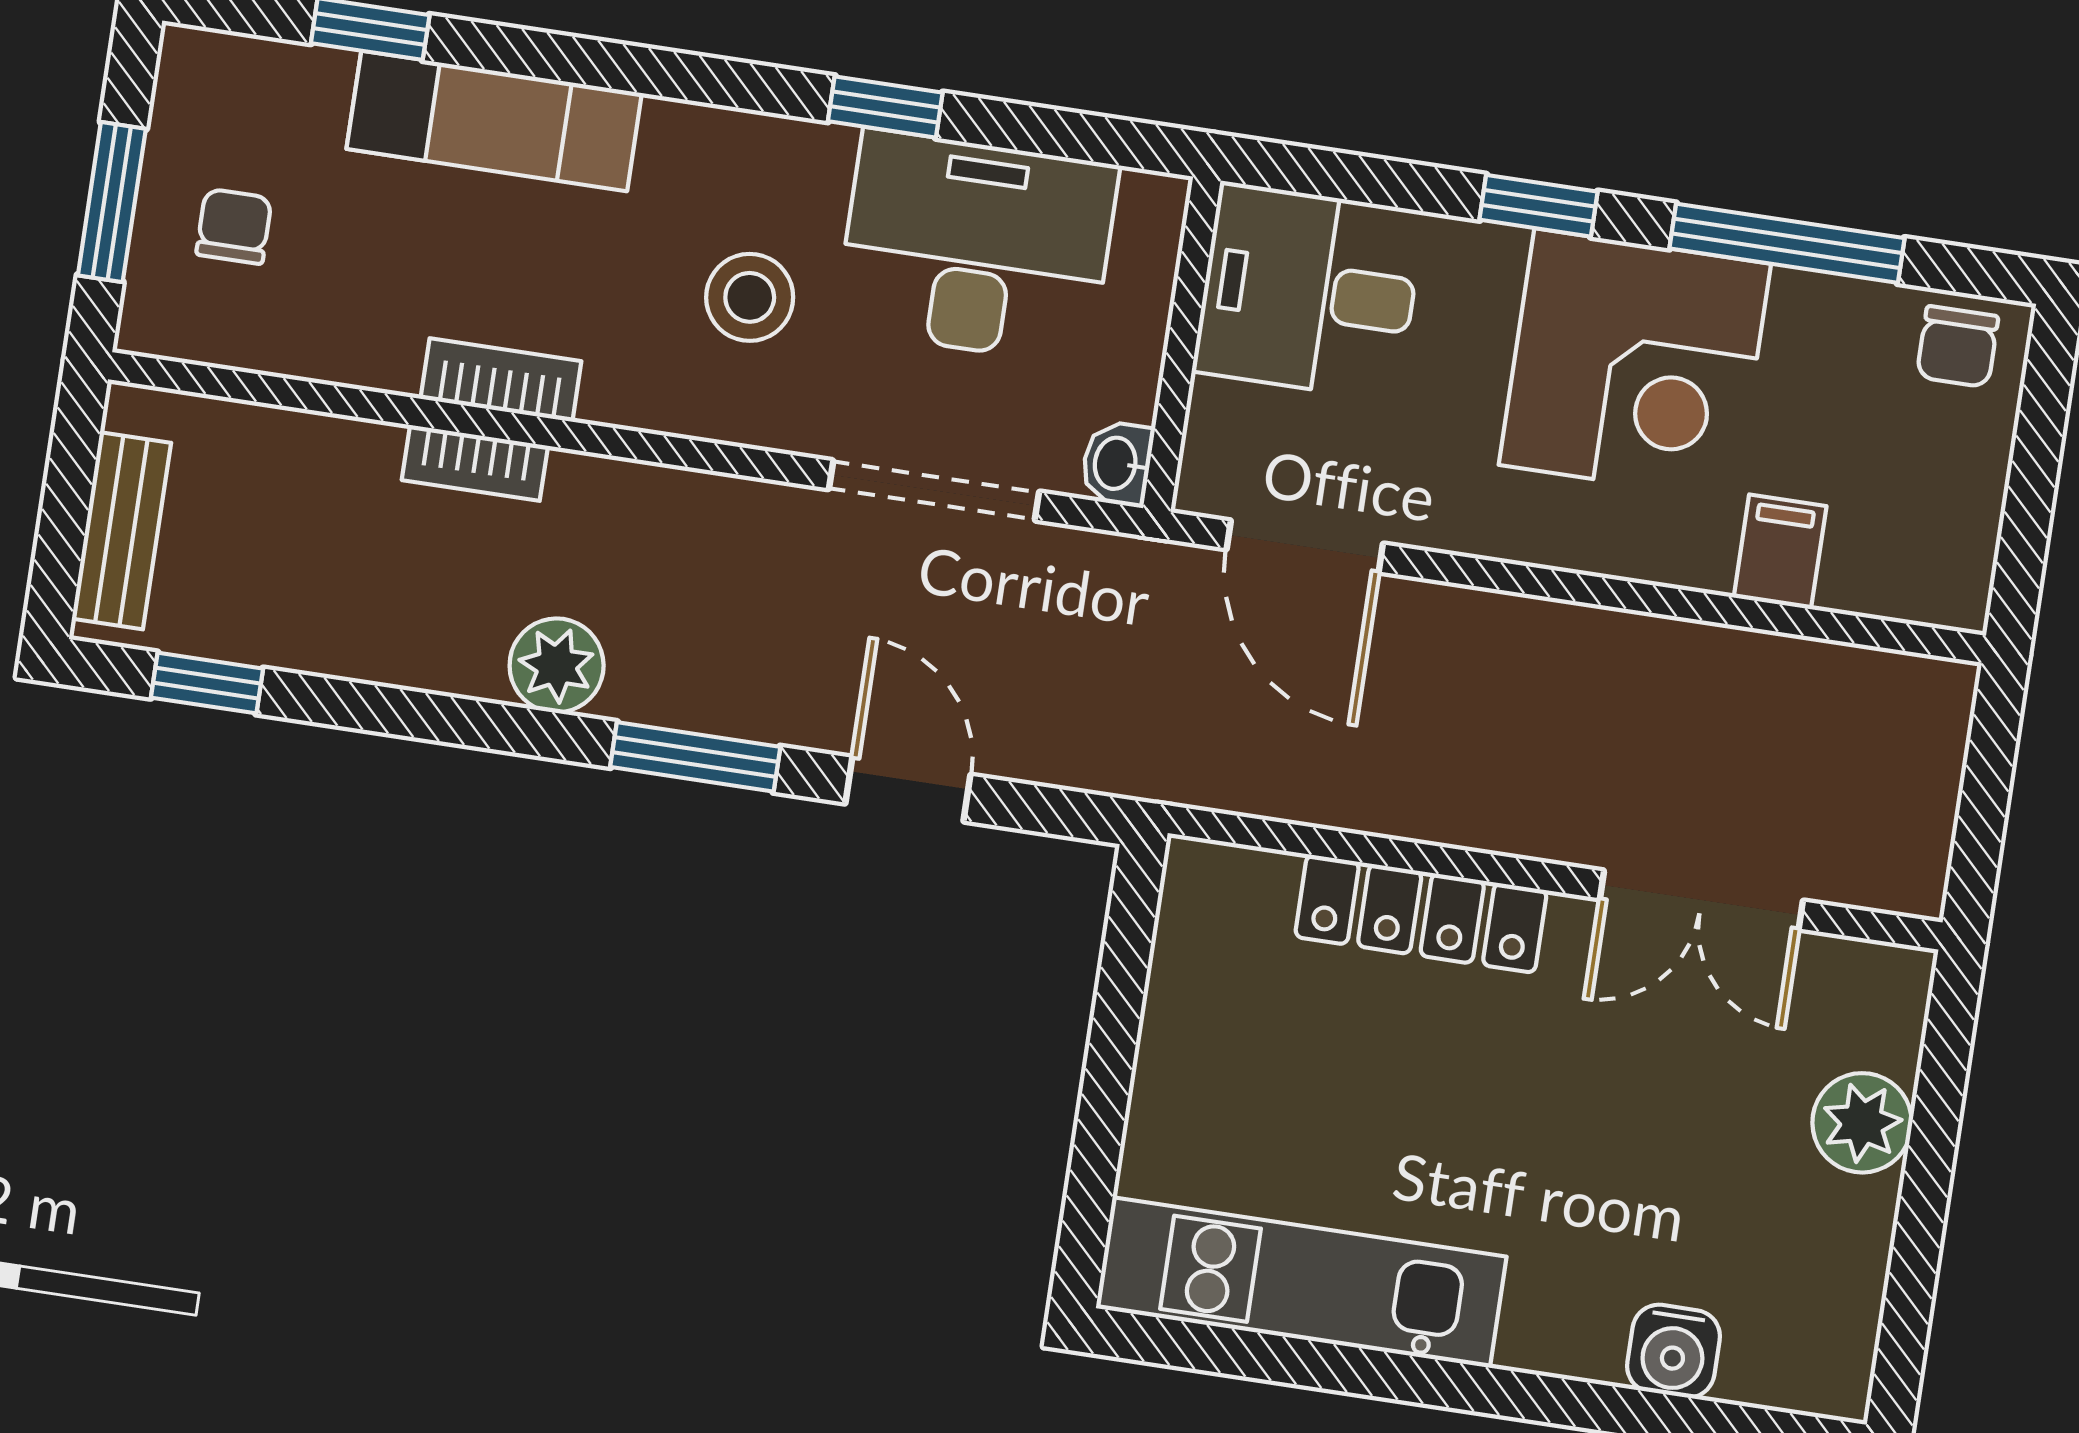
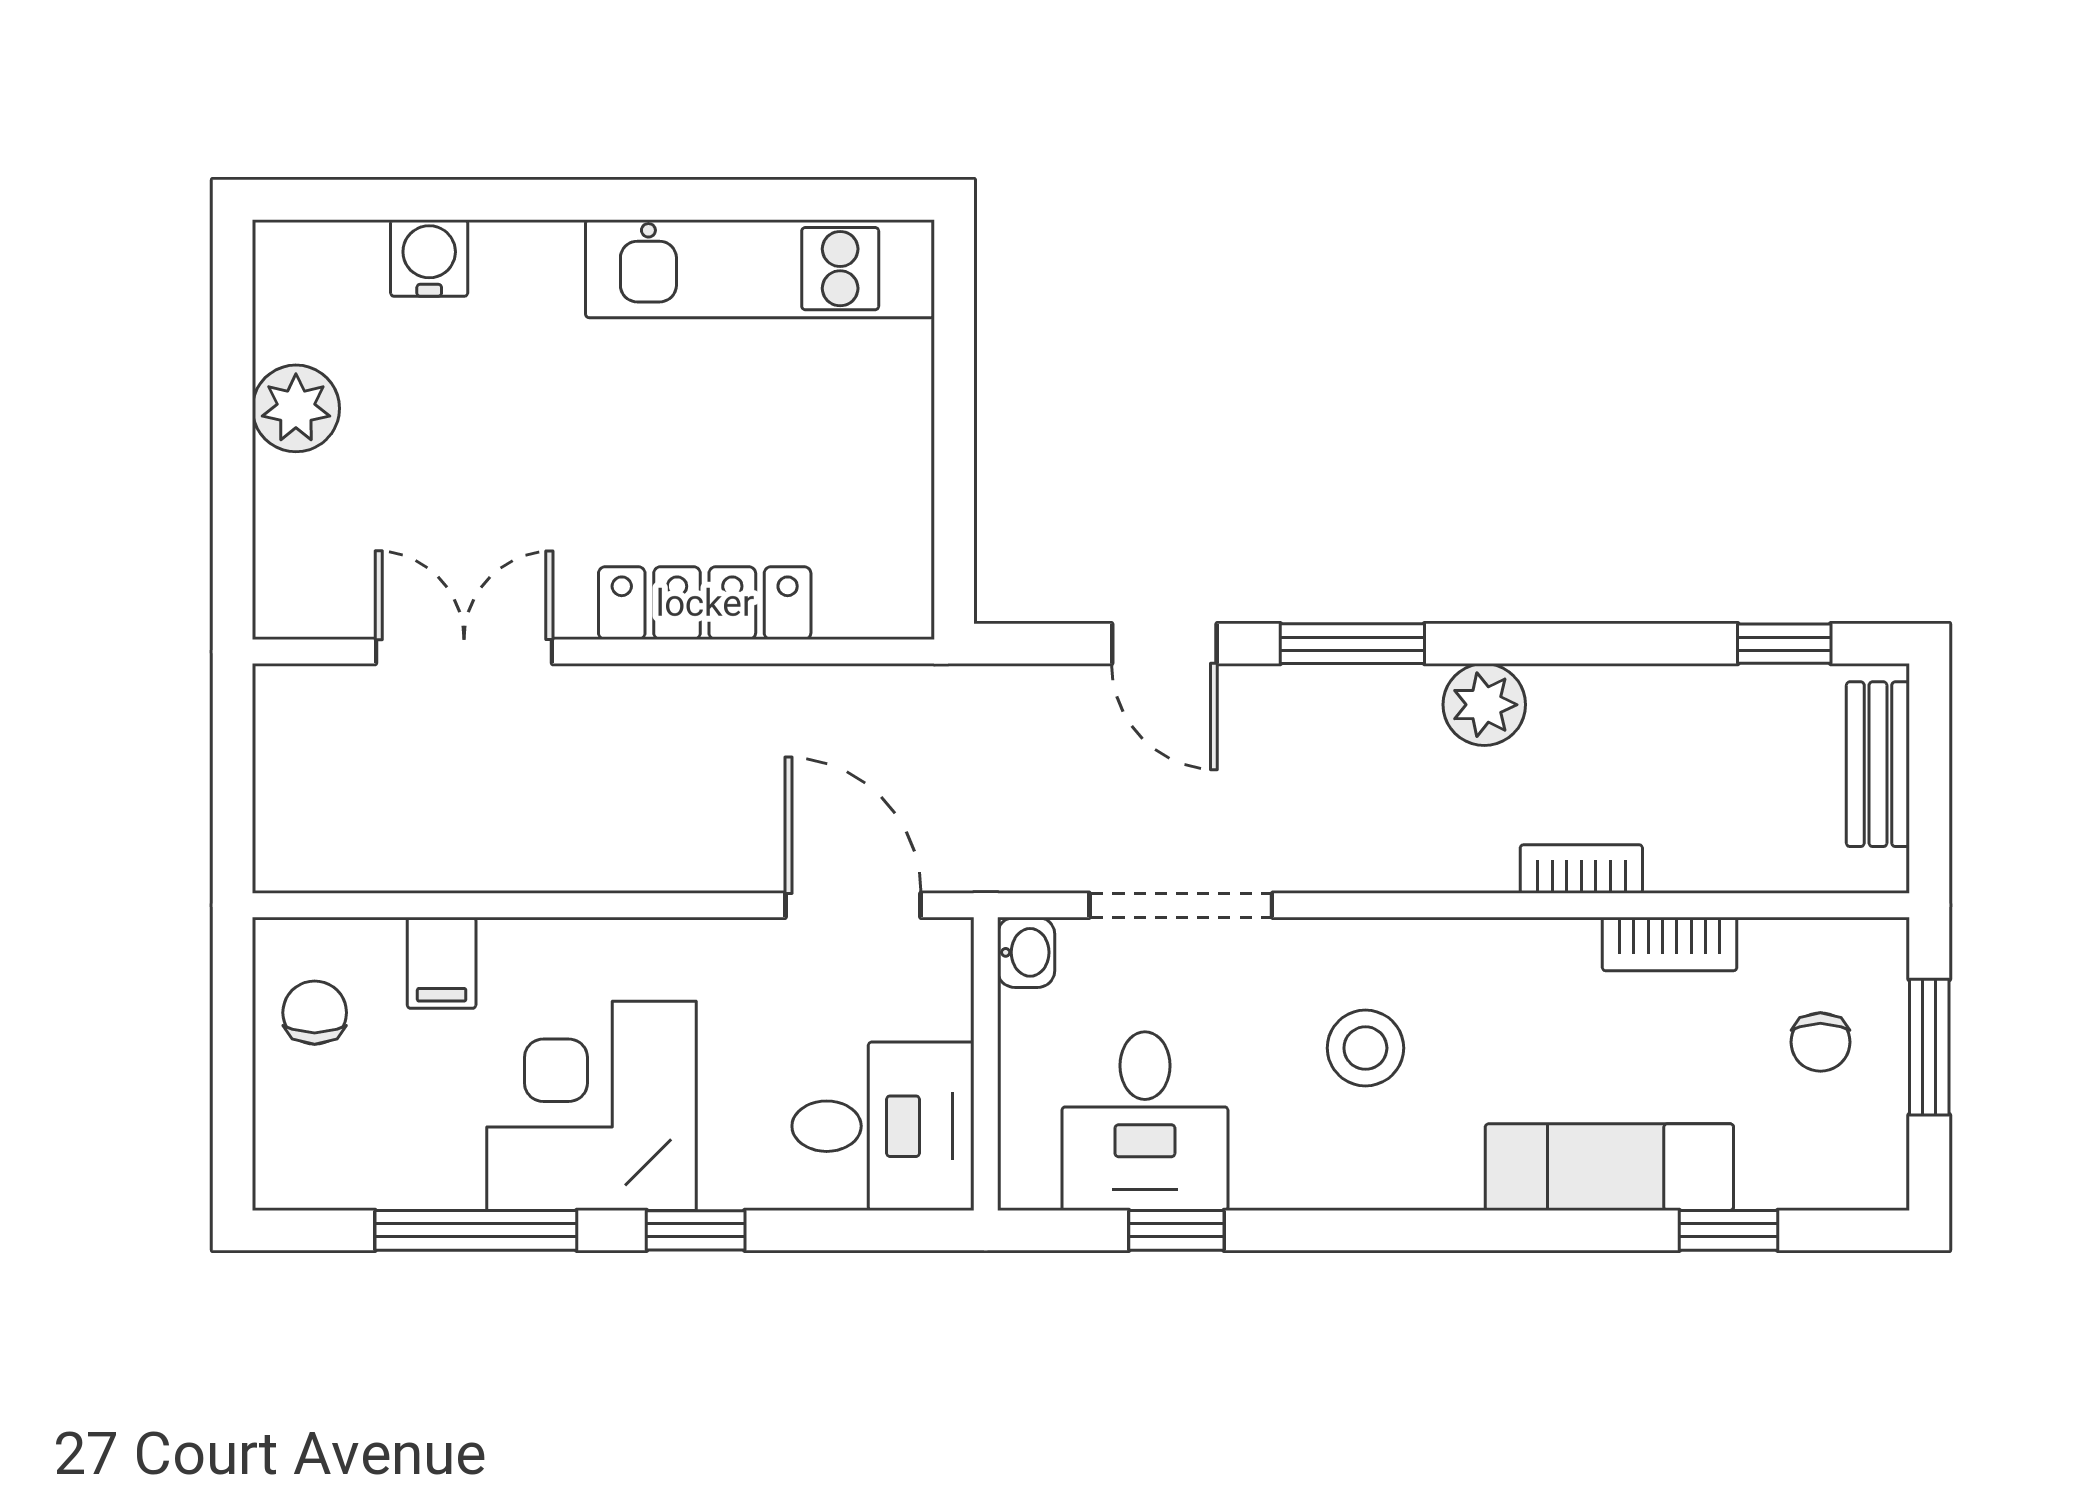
window: (885, 107) -> (1176, 1230), moved
desk: (977, 247) -> (1145, 1121), width x0.73
chair: (1957, 347) -> (315, 1013), moved
bookcase: (501, 380) -> (1670, 944), moved
plant: (1862, 1123) -> (296, 408), moved

